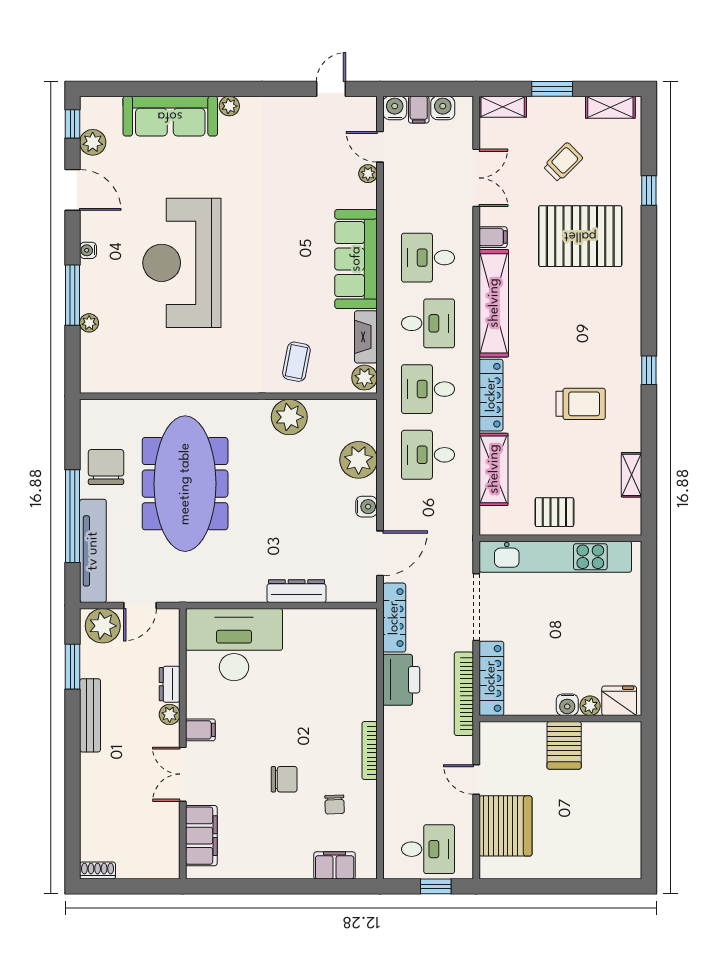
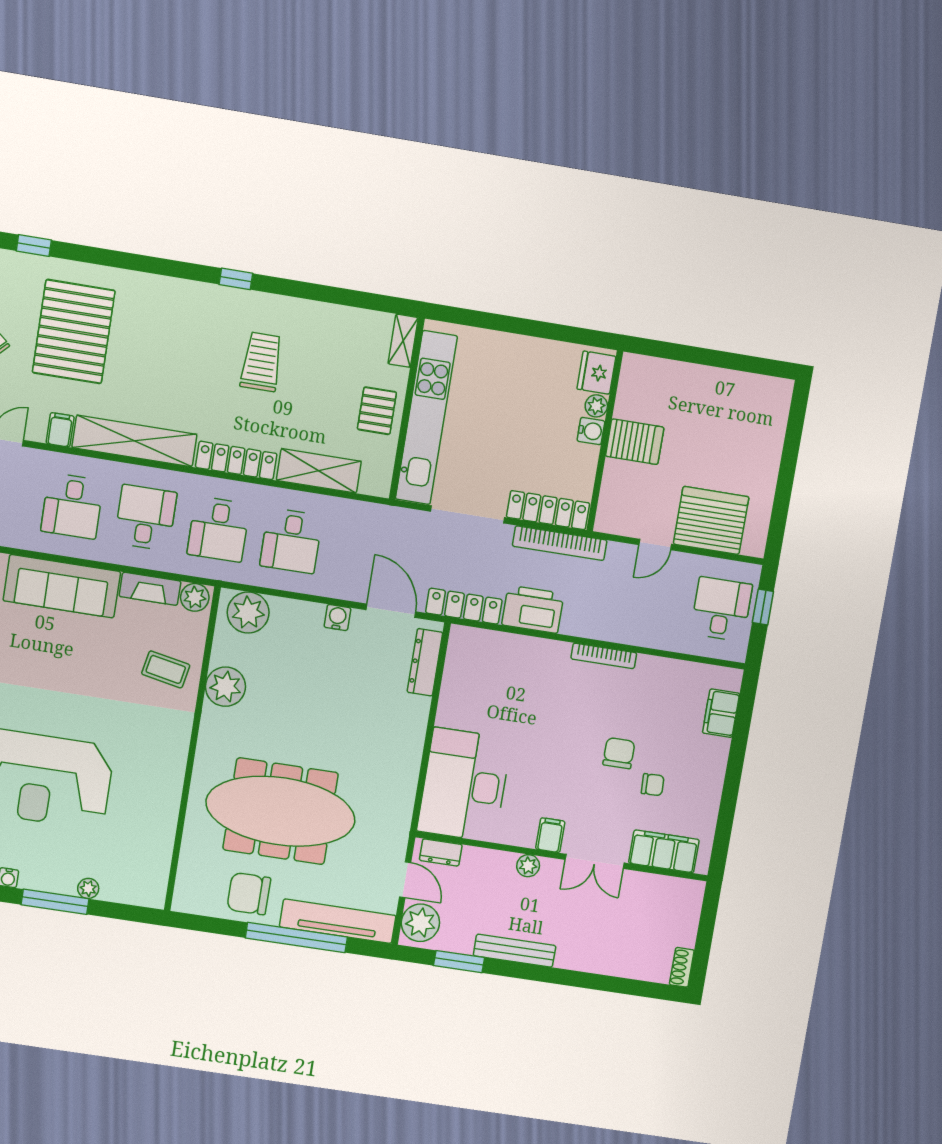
plant: (359, 460) -> (248, 612), moved
shelving: (632, 475) -> (403, 341), moved, turned 90
dresser: (297, 591) -> (425, 662), moved
dresser: (170, 684) -> (441, 852), moved
chair: (335, 805) -> (653, 785), moved

